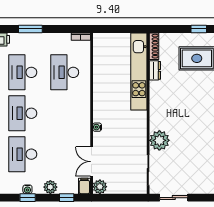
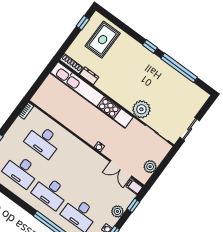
kitchen unit: (139, 71) -> (92, 95), width x1.36
plant: (100, 187) -> (150, 167), moved

